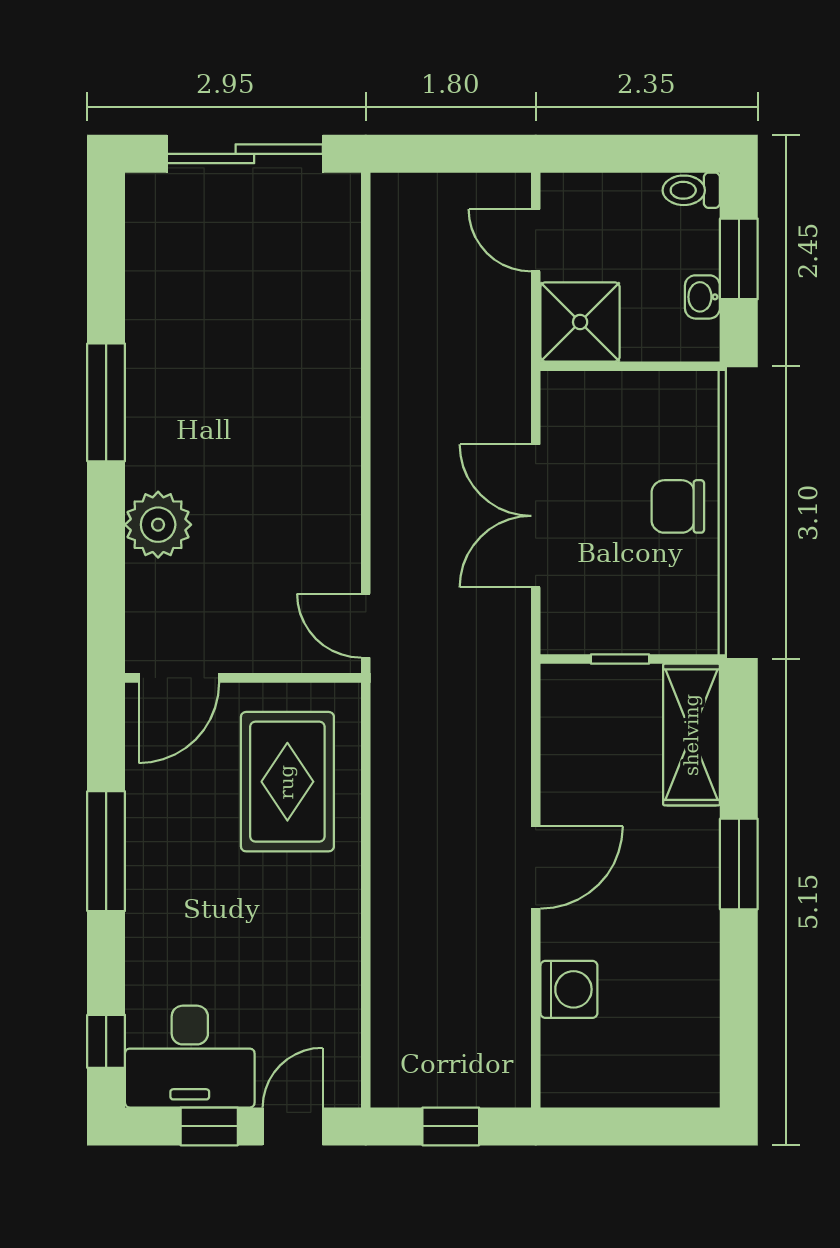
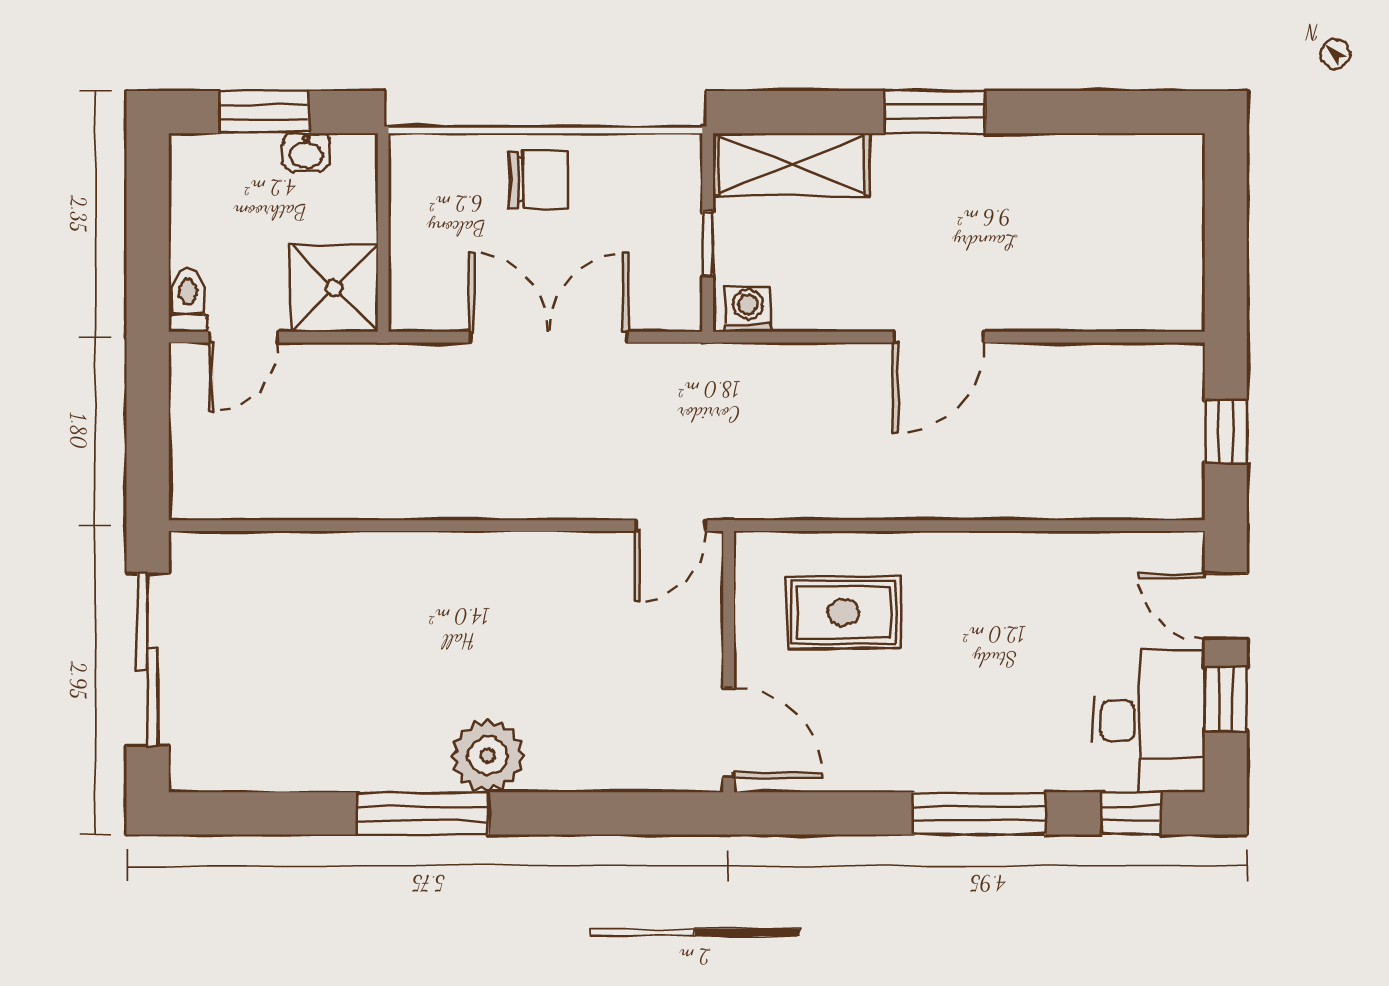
toilet: (691, 190) -> (188, 300), moved, turned 180
chair: (678, 506) -> (538, 180), turned -90
double door: (536, 516) -> (549, 337), swing flipped
plant: (158, 525) -> (488, 756), moved
rug: (287, 782) -> (844, 612), width x0.73, depth x0.70
window: (106, 851) -> (979, 813), moved
door: (536, 868) -> (939, 337), swing flipped
washing machine: (569, 989) -> (748, 309), moved, width x0.73, depth x0.73

